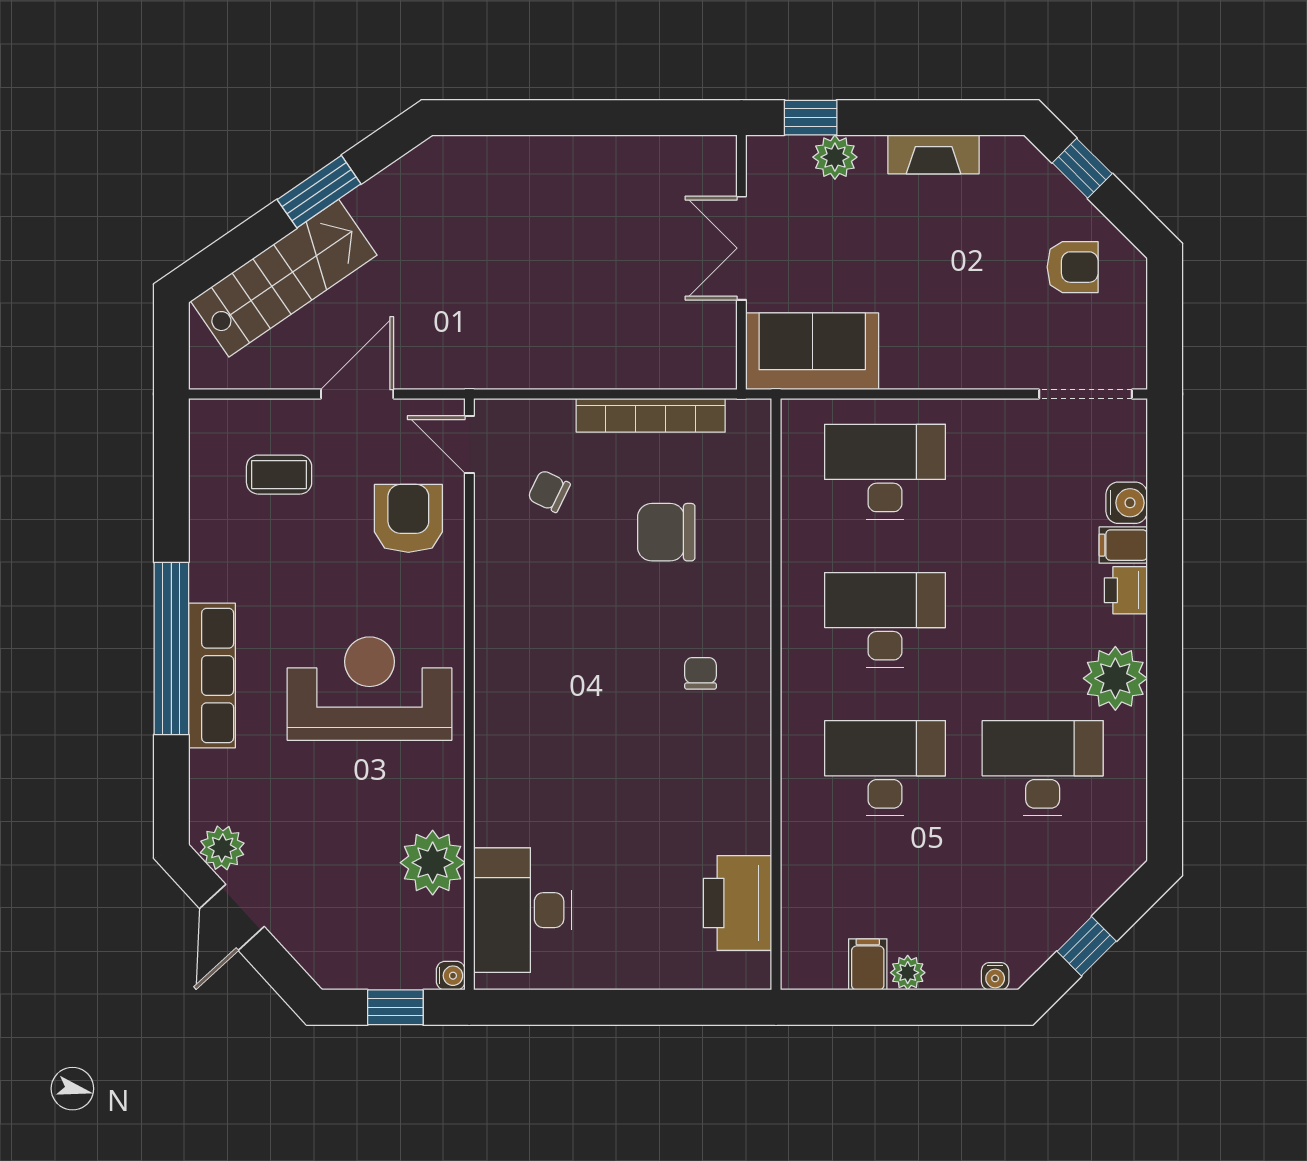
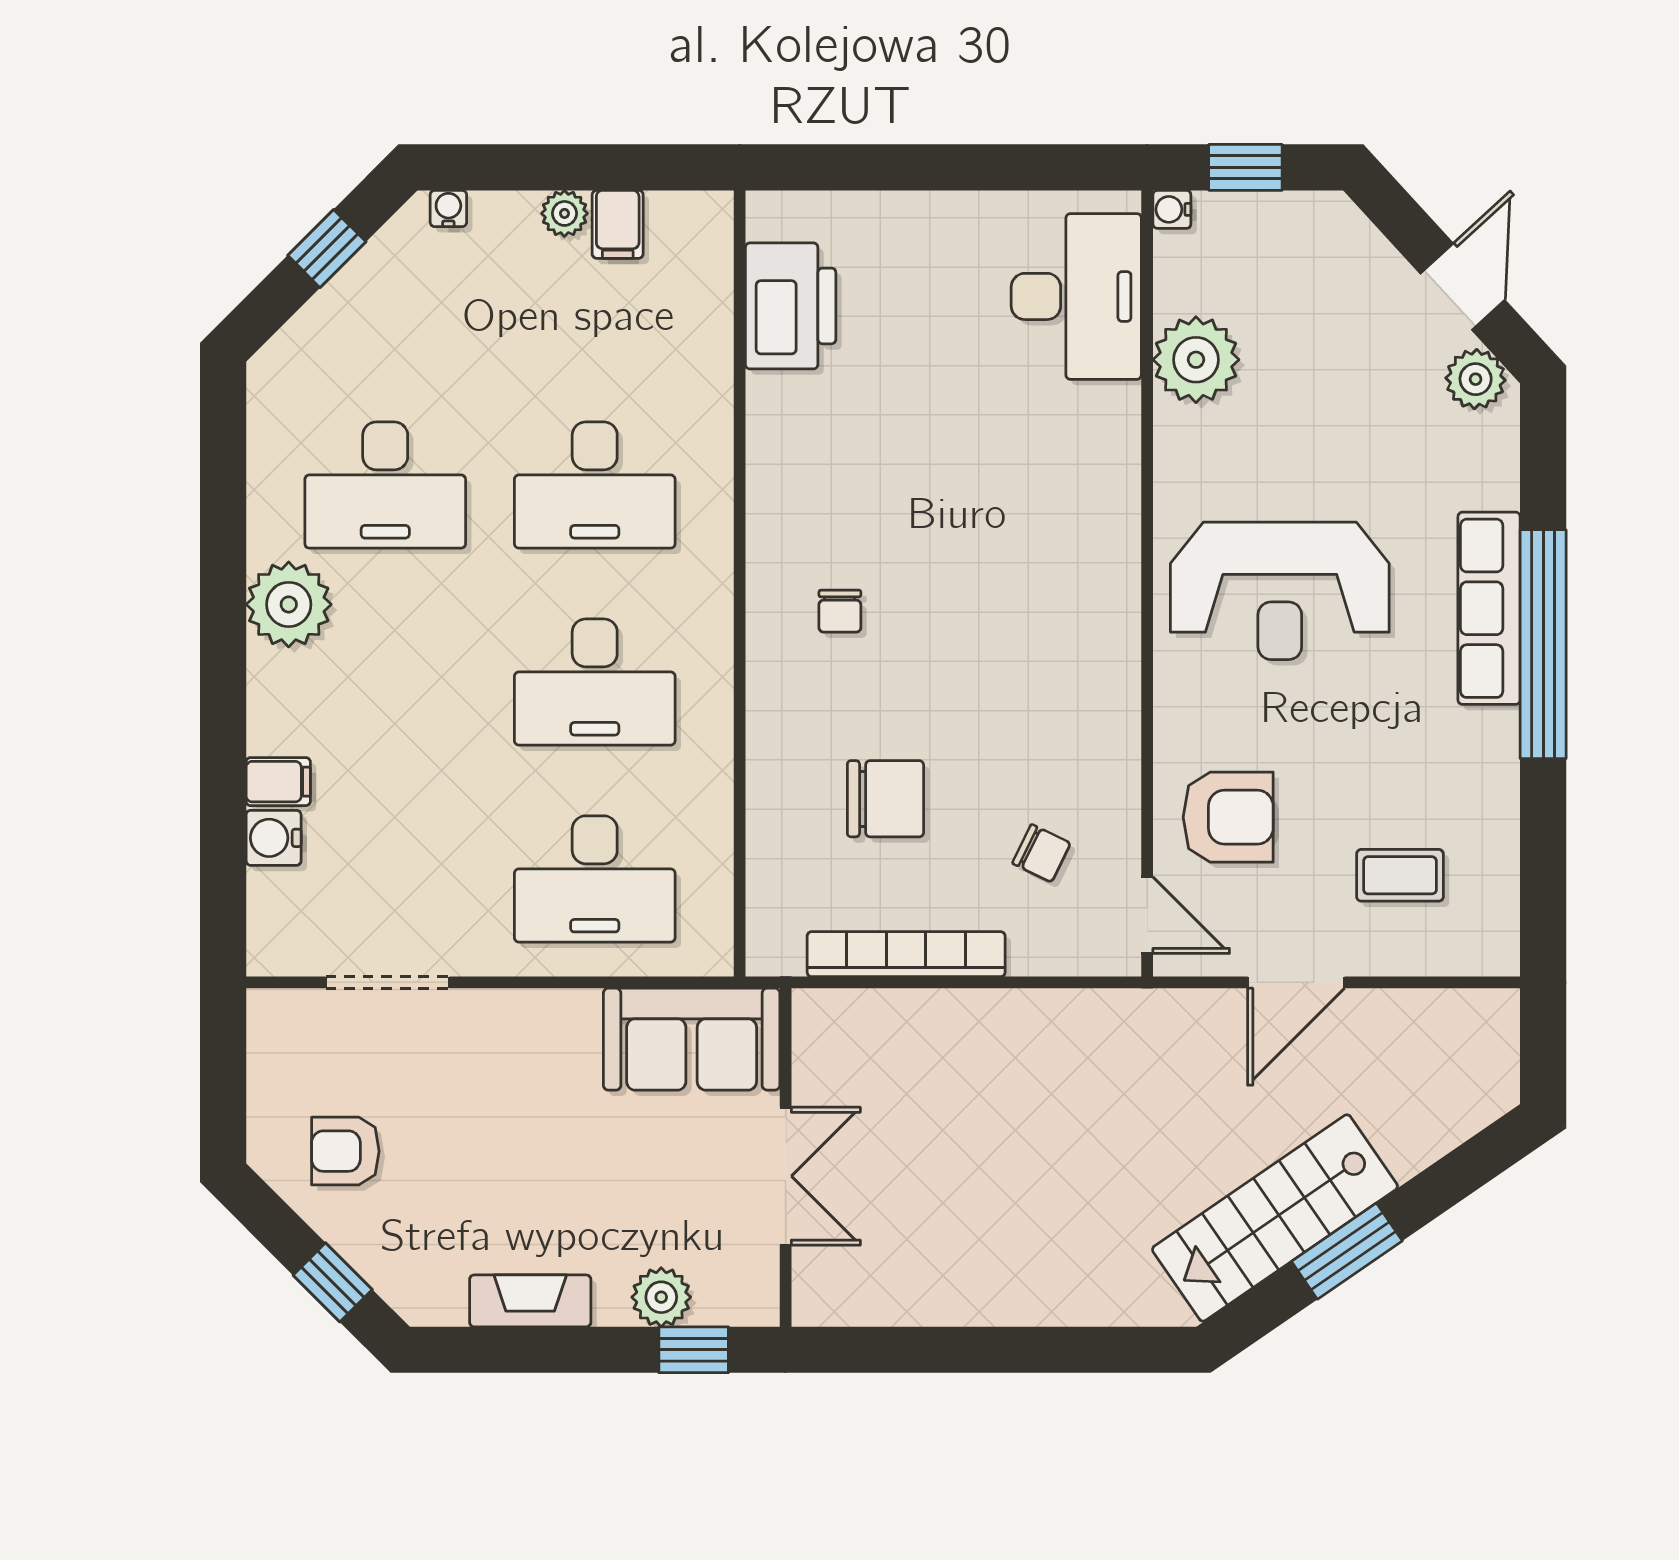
stairs: (284, 278) -> (1275, 1218), moved
doorway: (1086, 394) -> (388, 982), moved
armchair: (408, 518) -> (1228, 817), turned -90
printer: (1126, 590) -> (275, 721), removed

